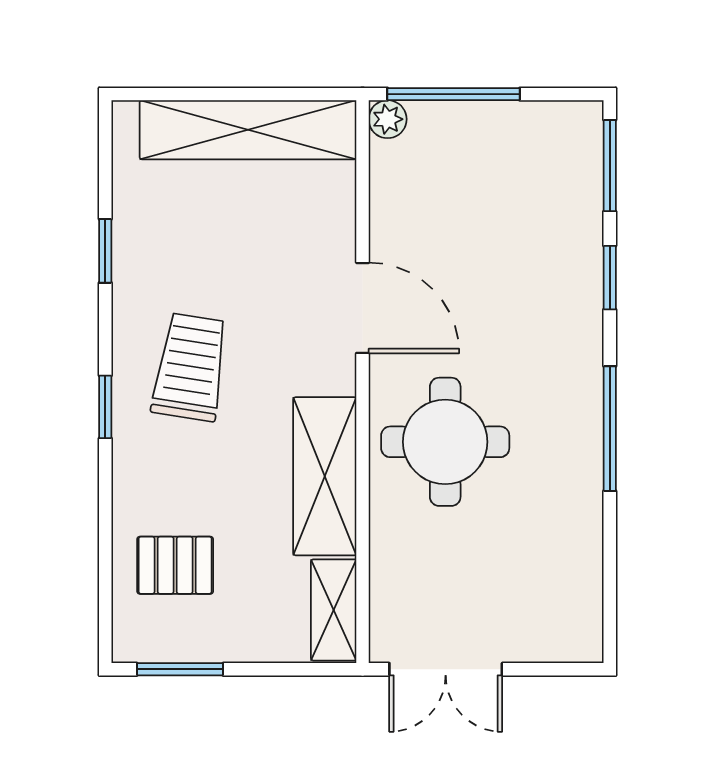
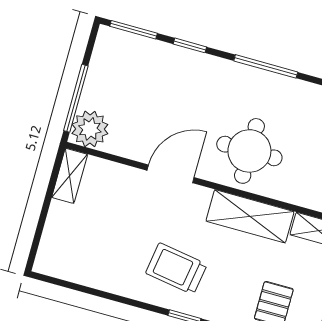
plant: (388, 119) -> (90, 129), width x1.88, depth x1.88
shelving: (248, 130) -> (70, 176), width x0.45, depth x0.75
window: (105, 251) -> (106, 295), removed

